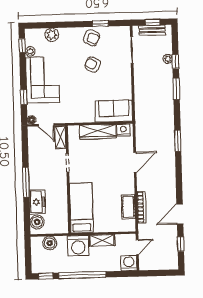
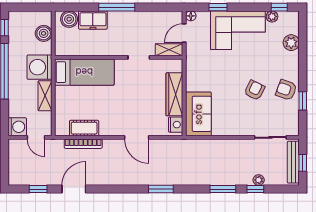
bench: (152, 30) -> (293, 162), width x1.36
armchair: (92, 38) -> (286, 90), turned 85
door: (180, 214) -> (74, 189), hinge flipped

